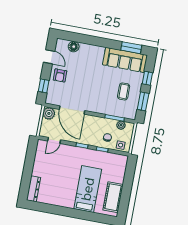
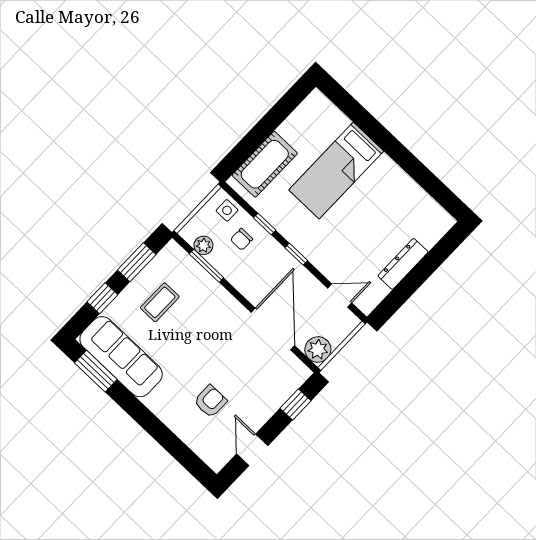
floor lamp: (74, 47) -> (197, 440), removed
armchair: (60, 75) -> (210, 401), moved
dresser: (34, 189) -> (403, 264), moved
cot: (113, 197) -> (265, 164), moved

